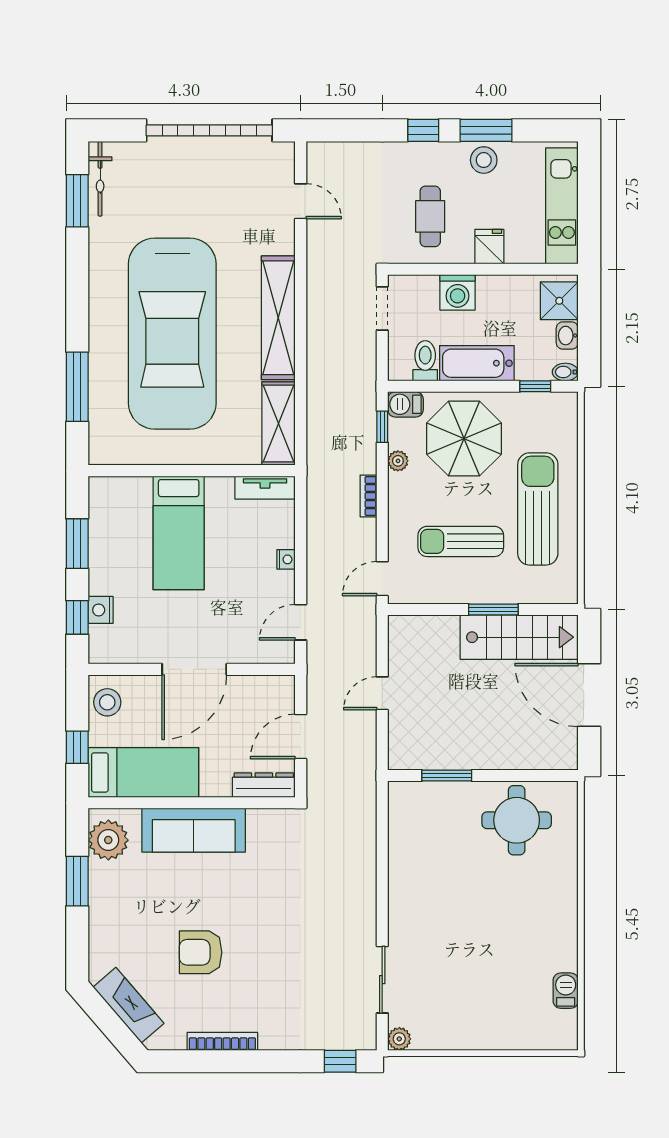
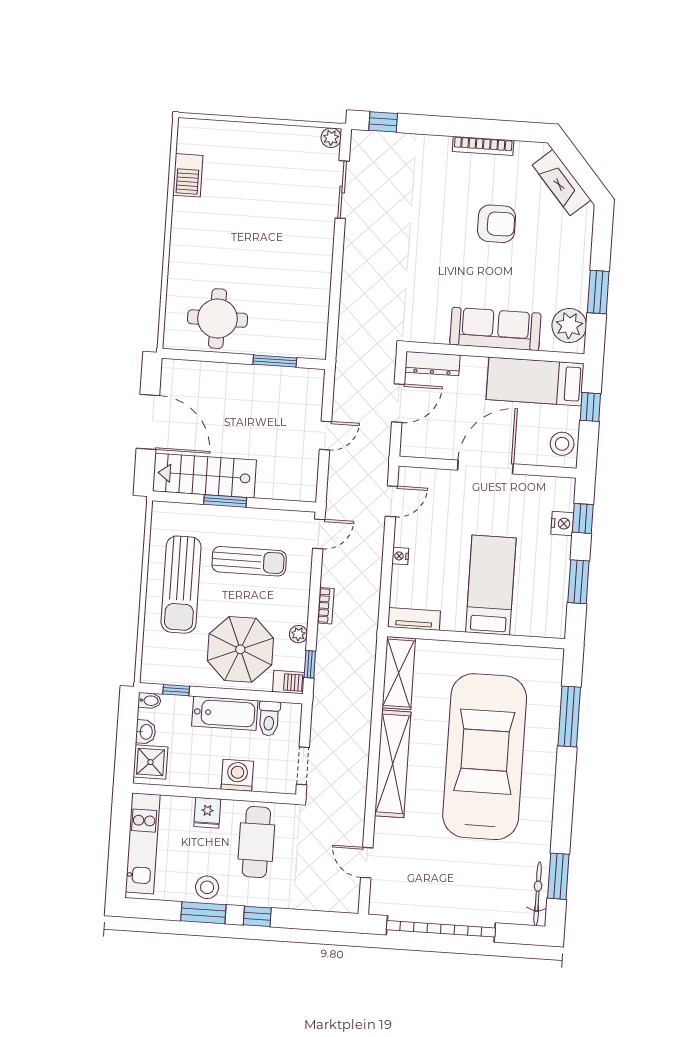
cafe table: (430, 216) -> (256, 842), width x1.37, depth x1.35
barbecue: (566, 991) -> (188, 175), width x1.38, depth x1.27

